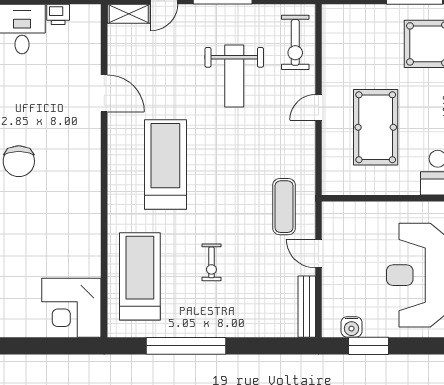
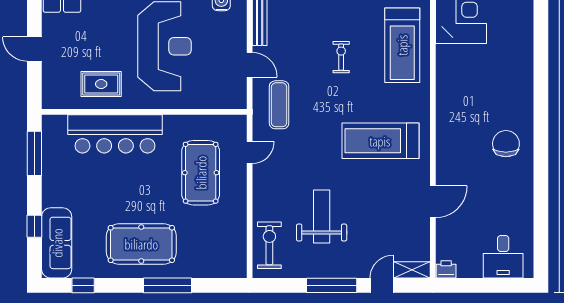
printer: (58, 14) -> (446, 269), moved
door: (104, 93) -> (433, 202), swing flipped
door: (318, 107) -> (250, 152), moved
treadmill: (165, 165) -> (380, 141), turned 90

